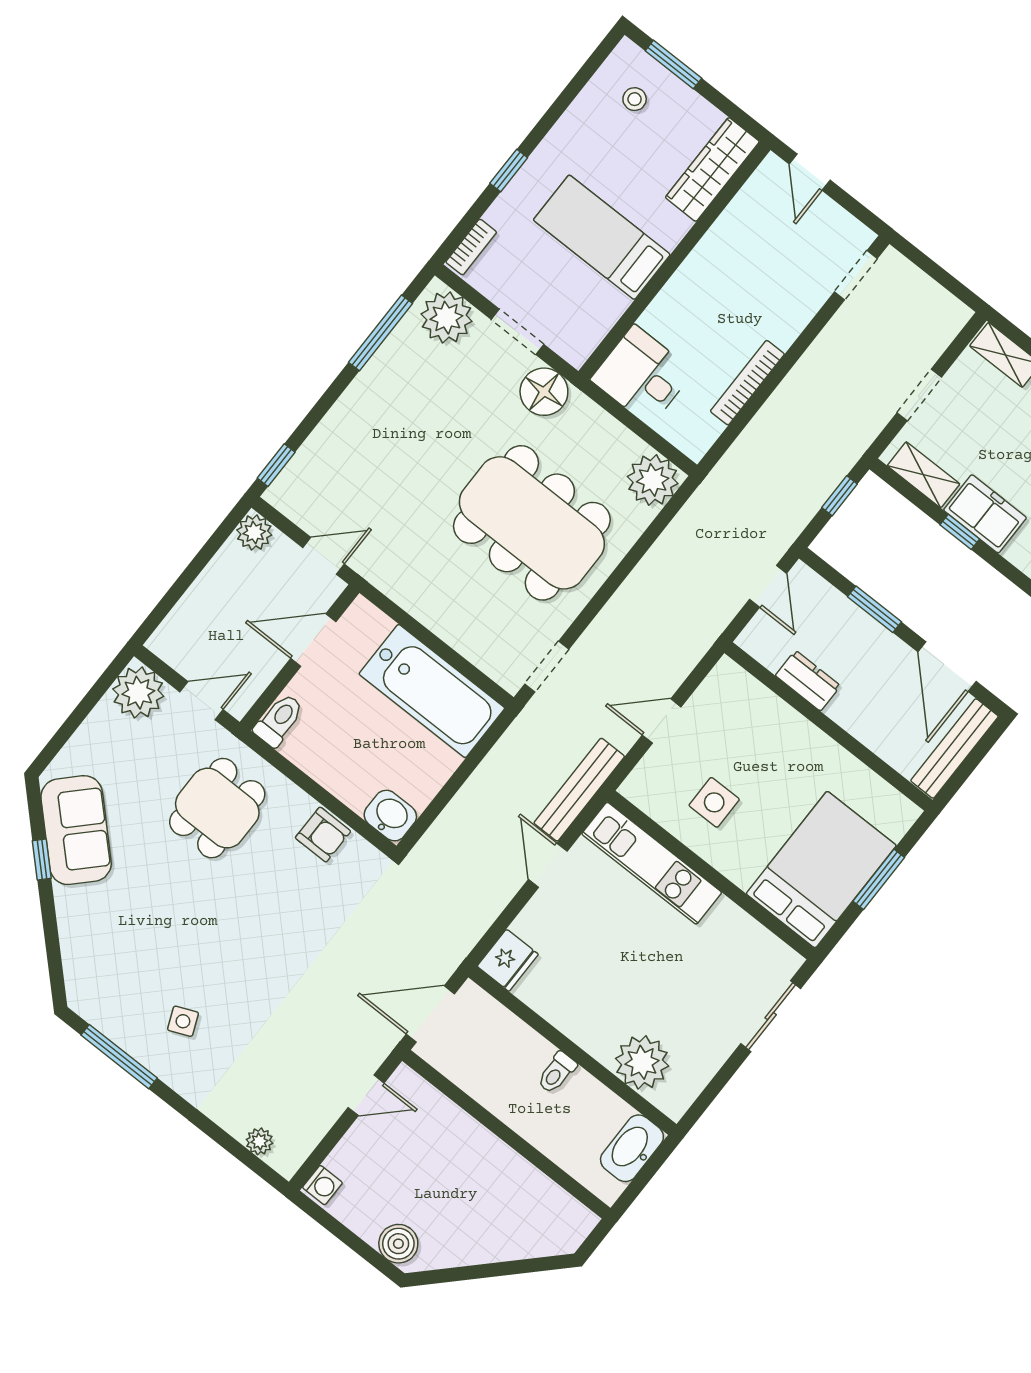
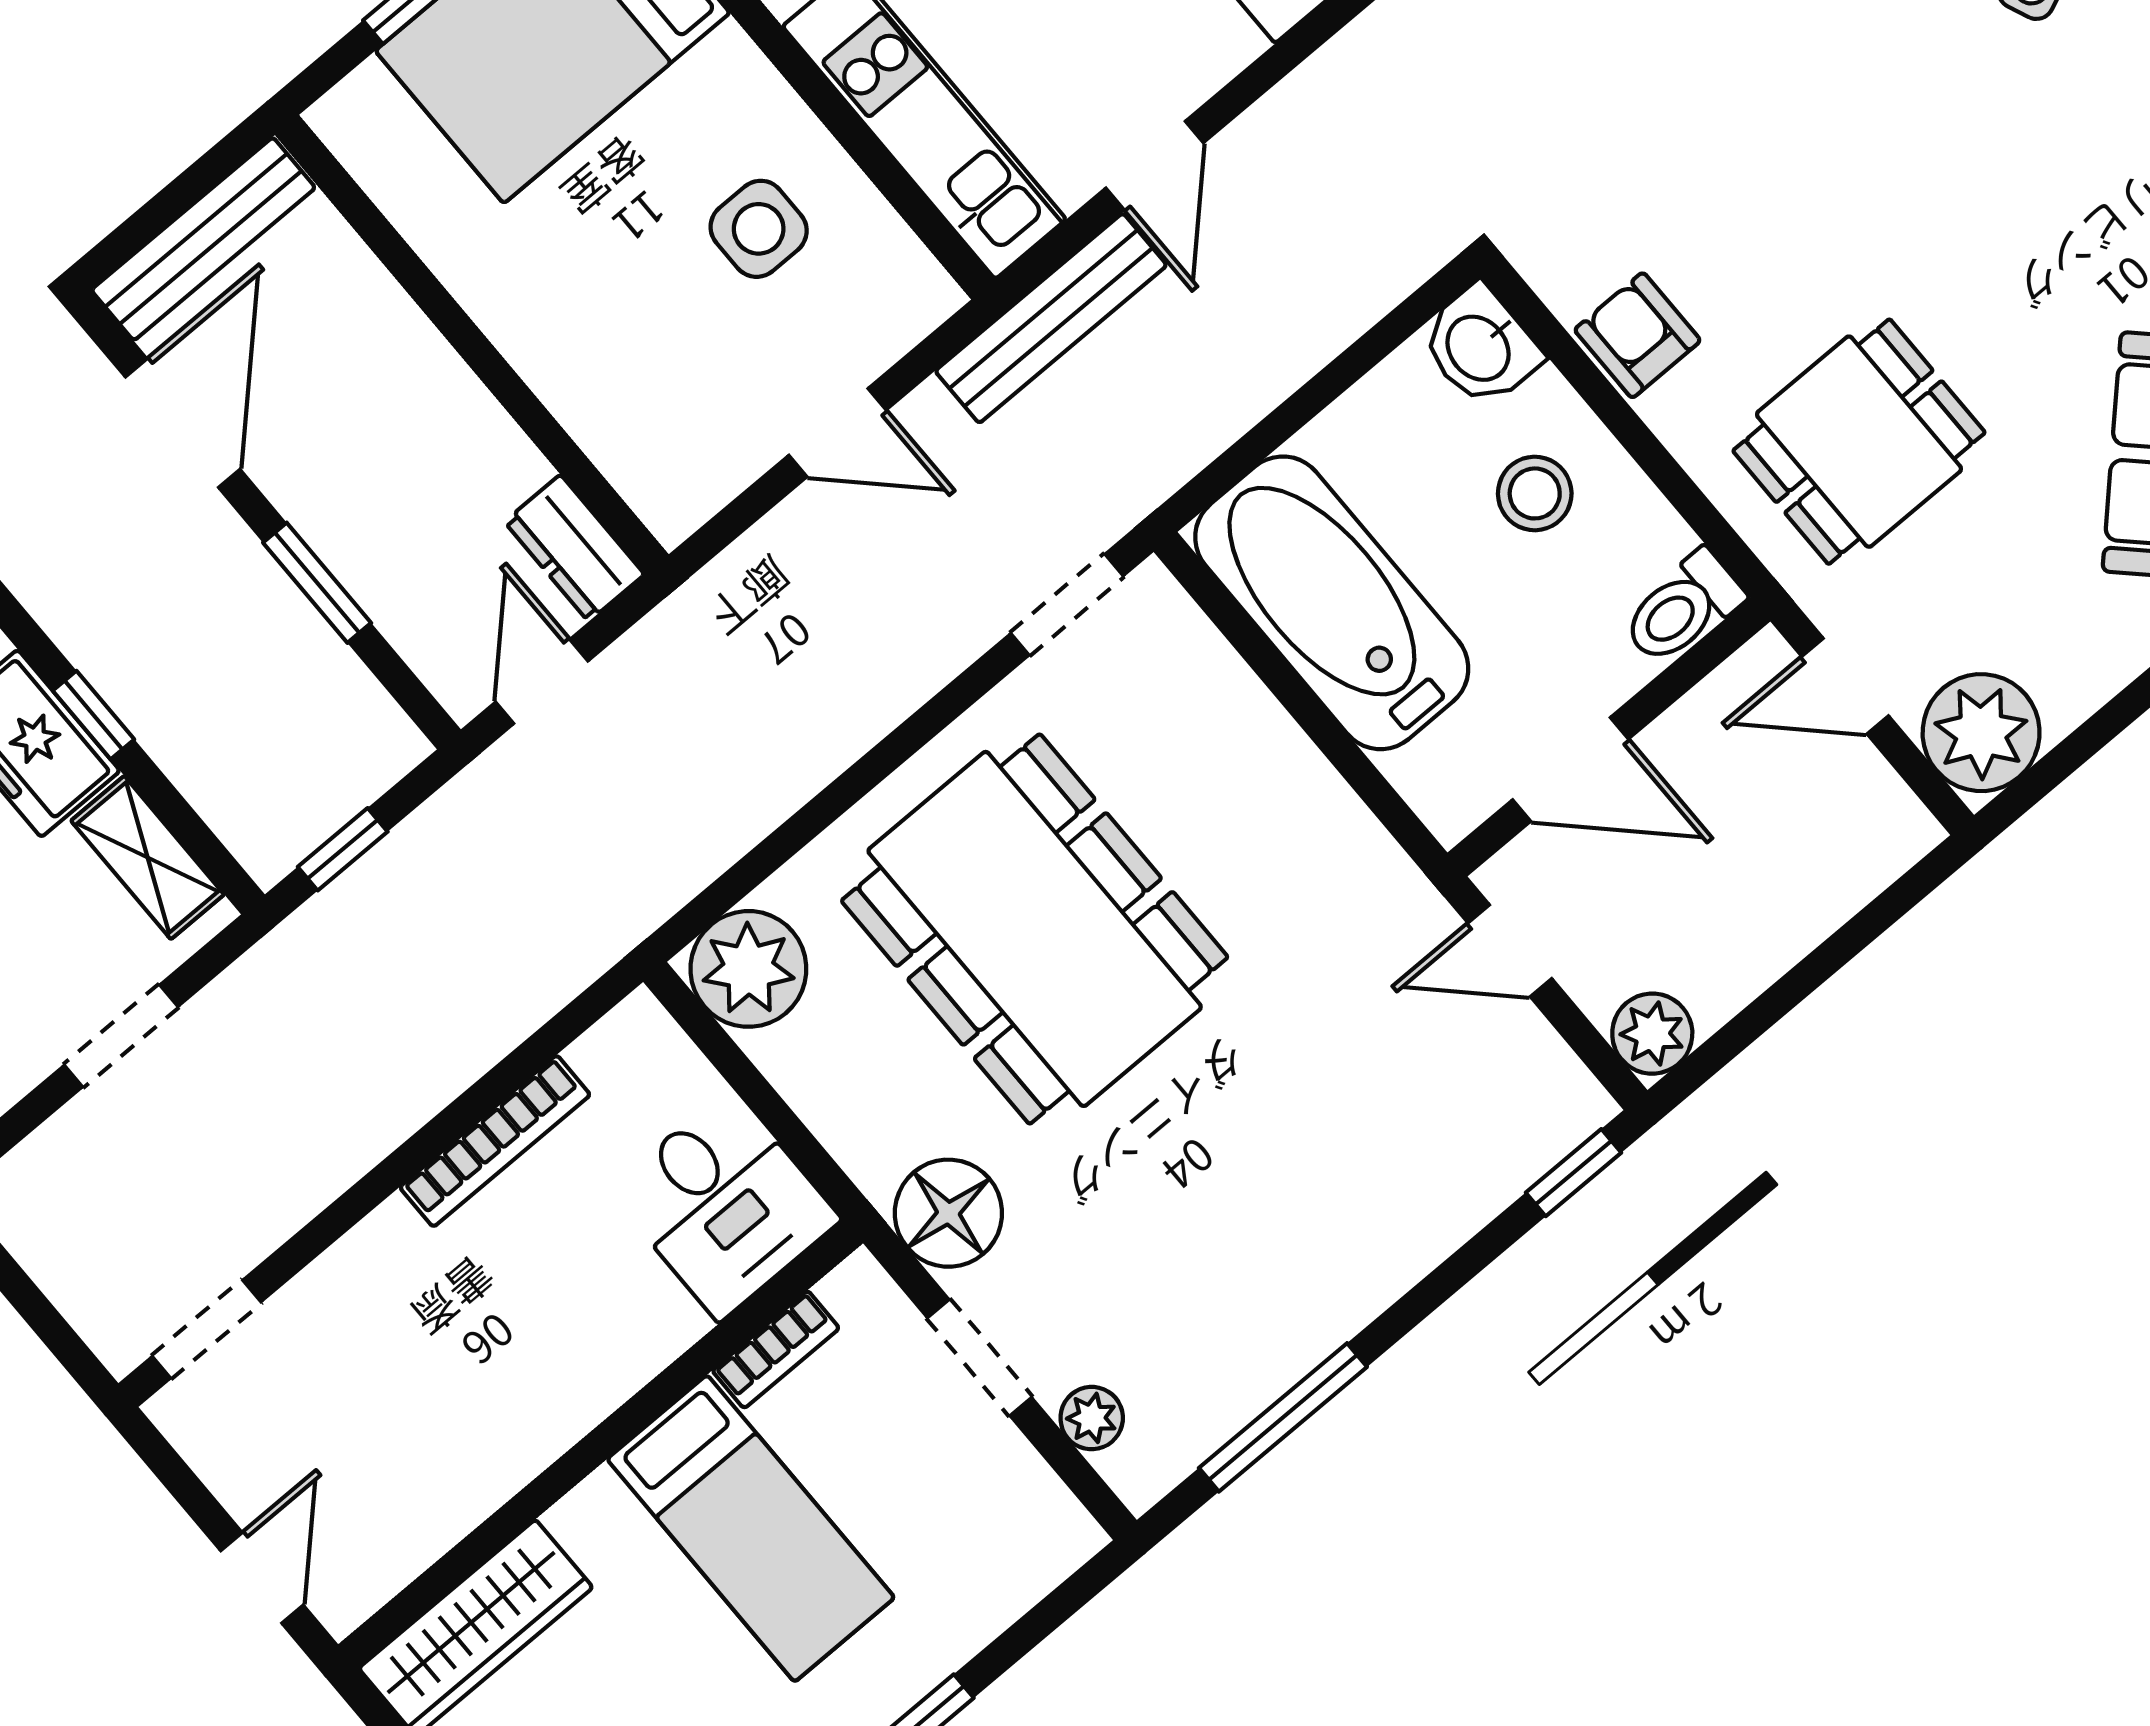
bookcase: (471, 247) -> (776, 1349), moved, turned 180
plant: (446, 318) -> (1092, 1418), width x0.53, depth x0.53
dresser: (808, 681) -> (574, 548), moved
stool: (353, 757) -> (1535, 493), added

